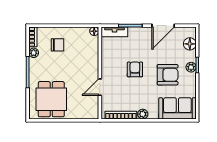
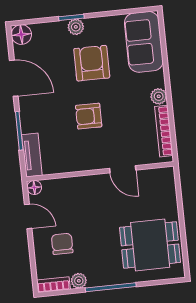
door: (77, 26) -> (28, 216), added
floor lamp: (190, 44) -> (21, 35), moved

